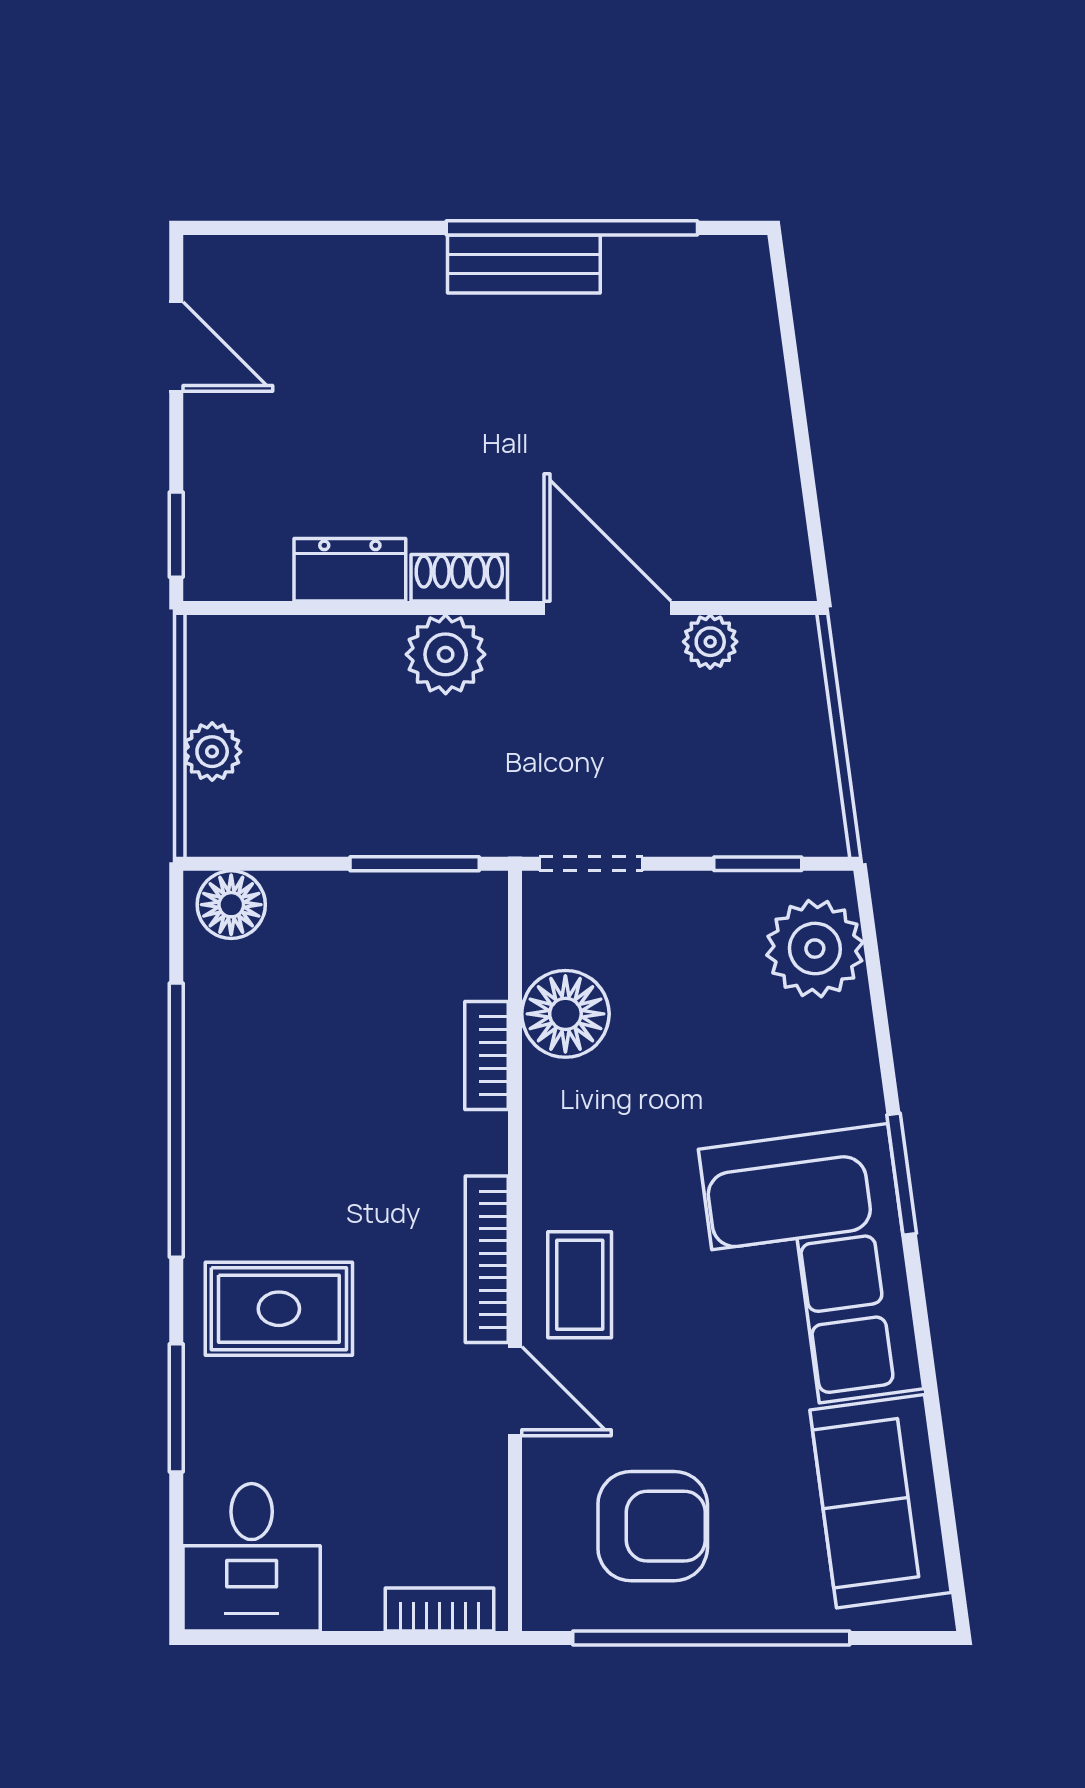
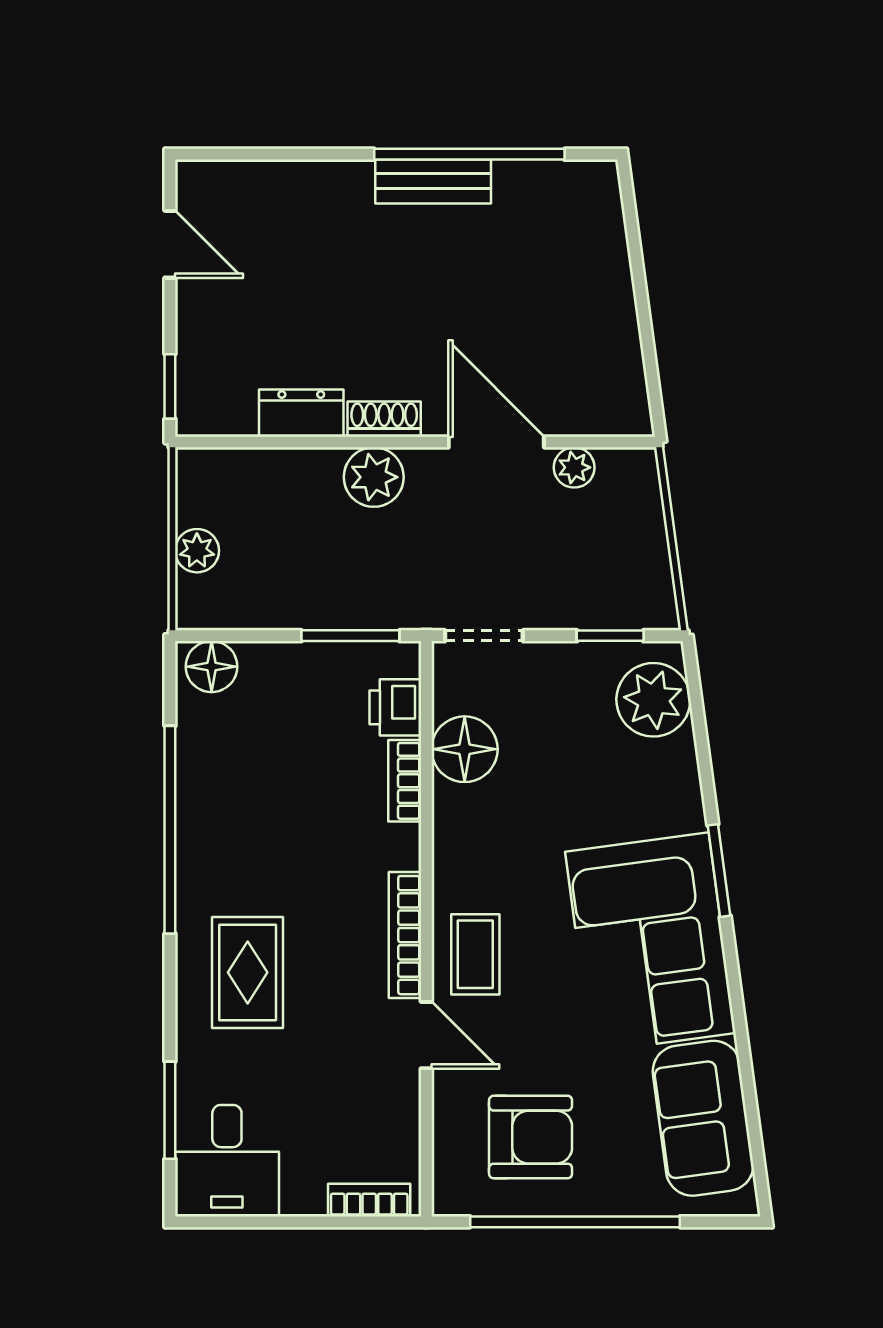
printer: (474, 959) -> (395, 707), added
rug: (279, 1309) -> (248, 972), turned 90
window: (176, 1408) -> (170, 1110), moved

